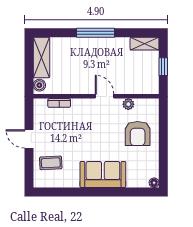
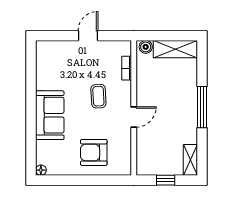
plant: (128, 104) -> (125, 143), removed
coffee table: (51, 163) -> (98, 96), moved

